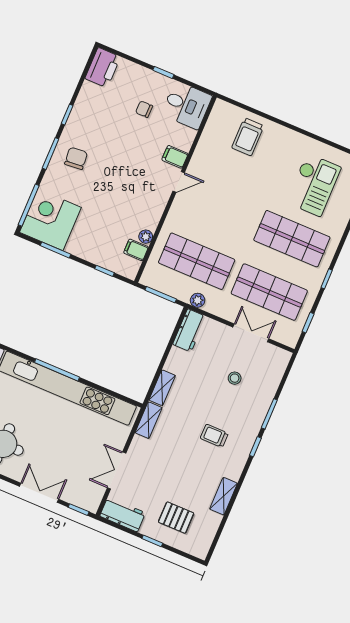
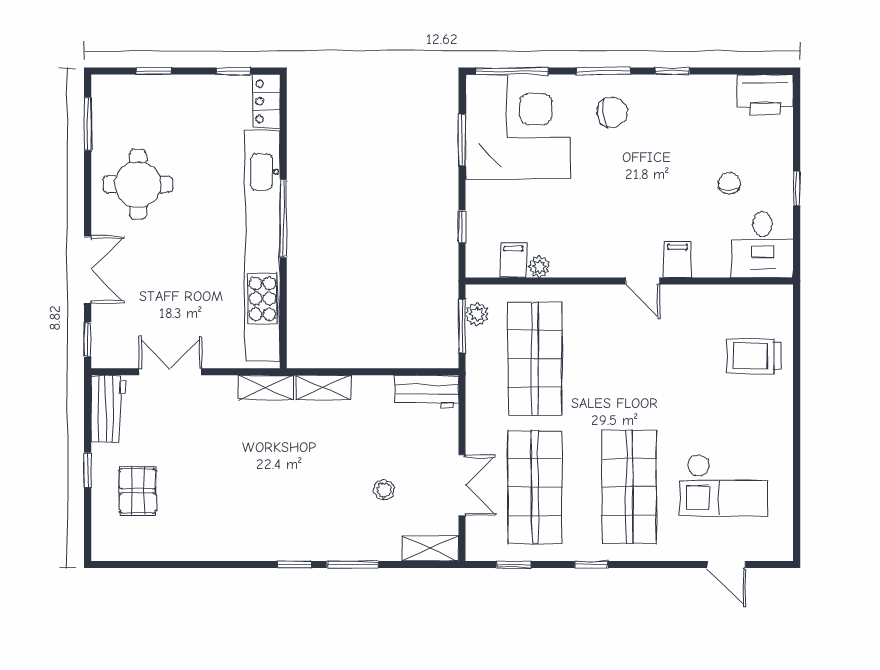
corner desk: (50, 220) -> (518, 127), width x1.36, depth x1.36
plant: (198, 300) -> (477, 314), moved
trolley: (214, 436) -> (285, 496), removed
shelving: (224, 496) -> (430, 548), moved

